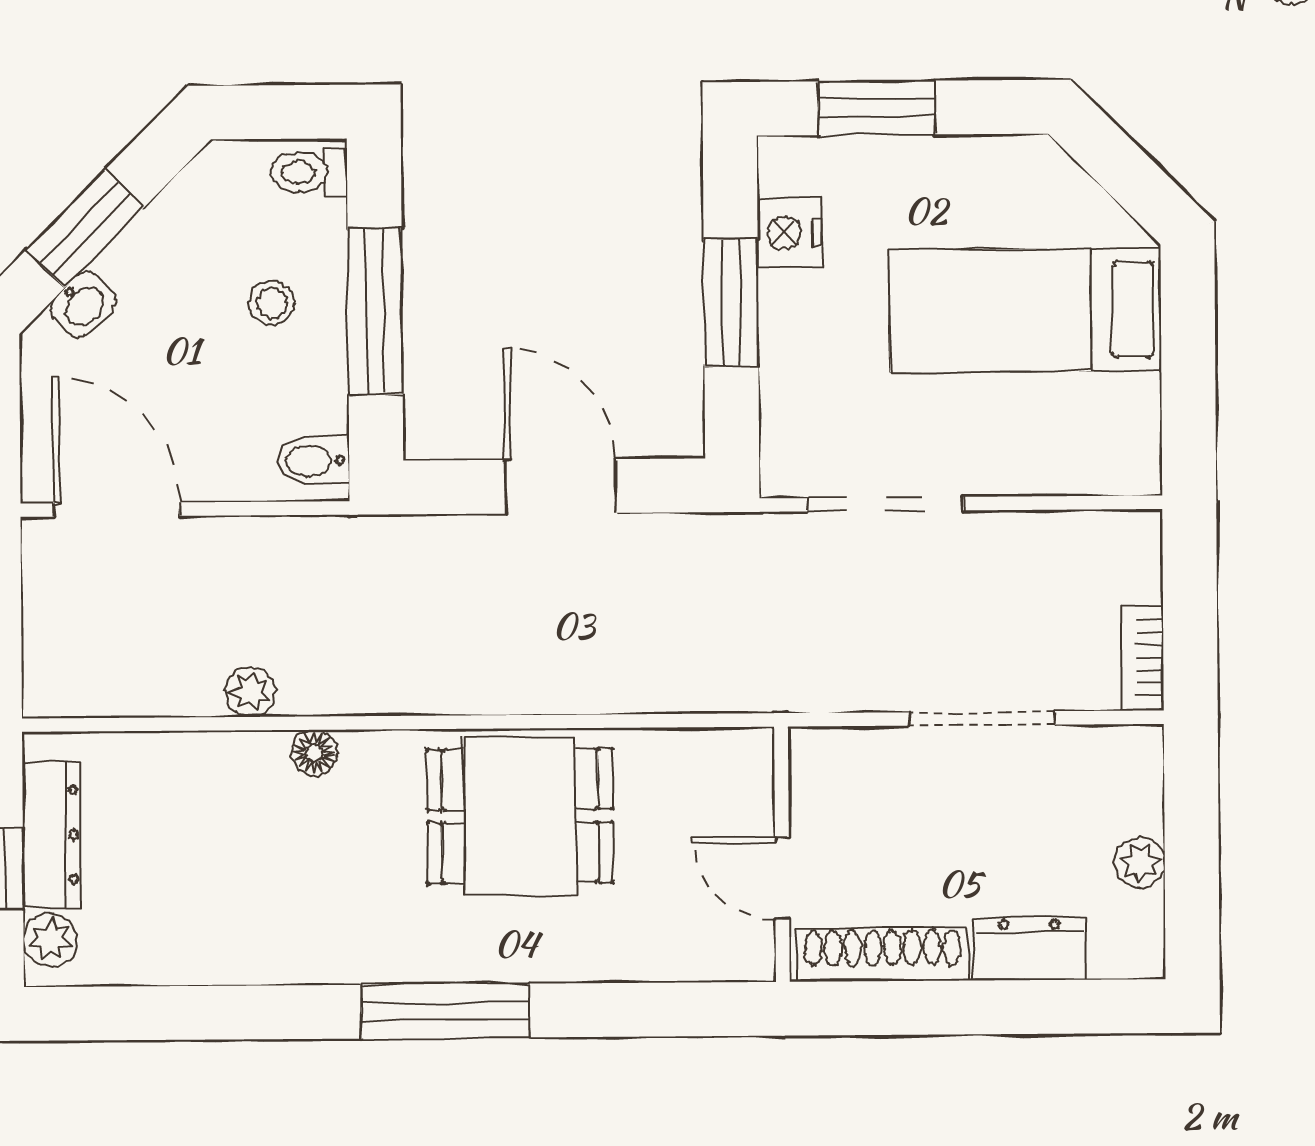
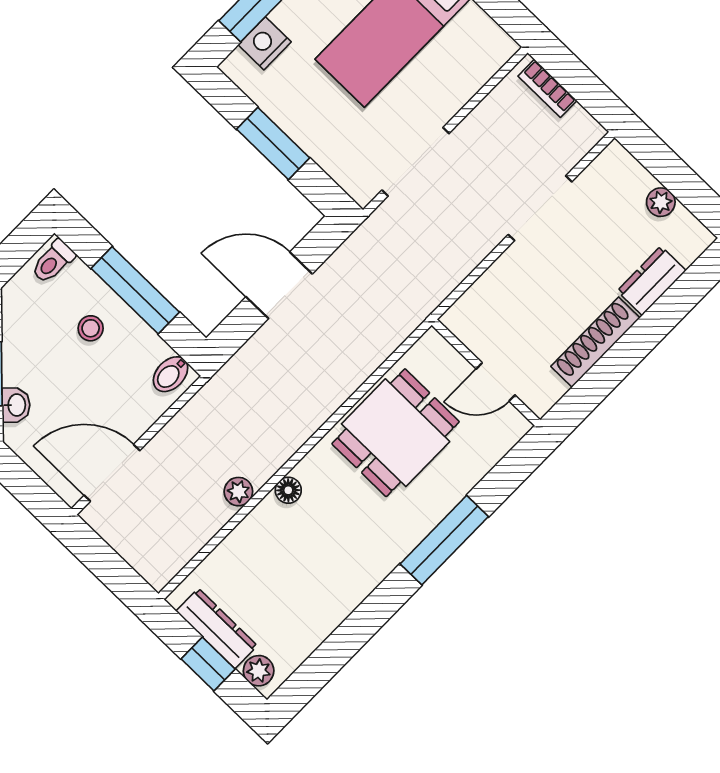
nightstand: (789, 233) -> (265, 43), moved, turned 90
bookcase: (1142, 658) -> (547, 88), moved
wall: (782, 854) -> (486, 372), moved
door: (782, 878) -> (496, 382), moved

